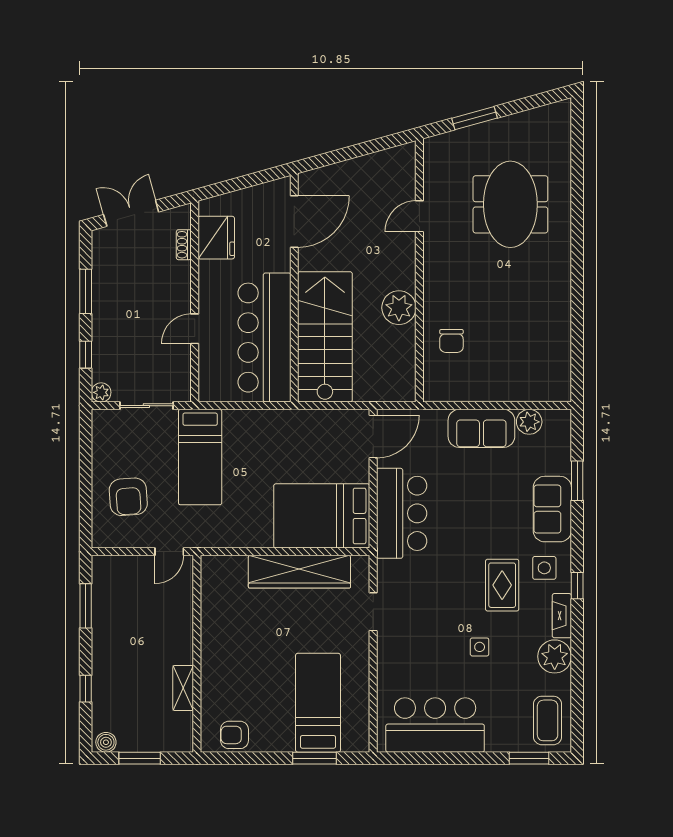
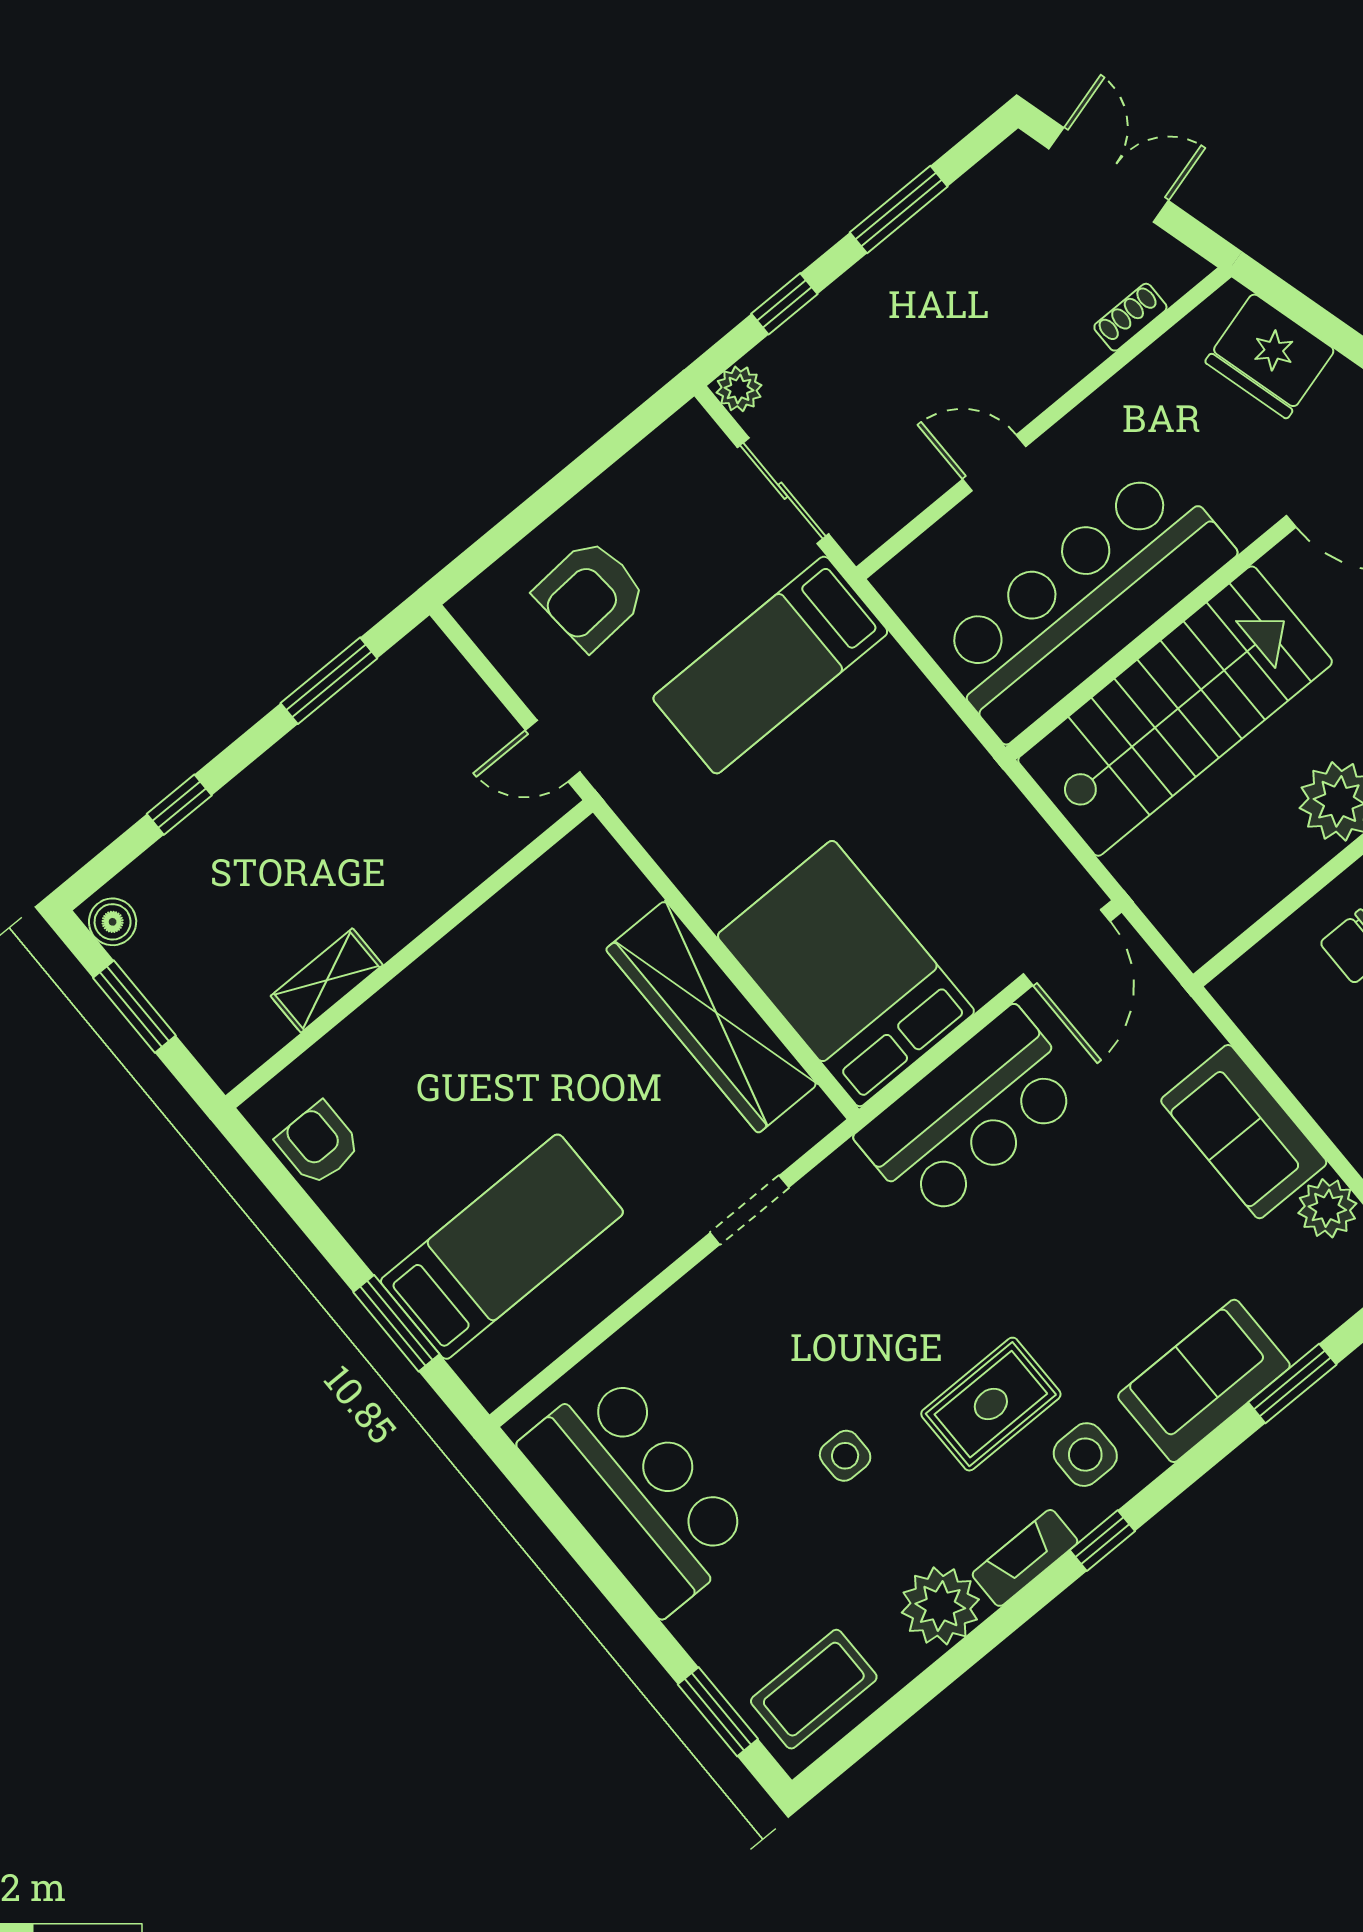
fridge: (216, 238) -> (1270, 356), moved, turned 75
door: (373, 437) -> (1067, 948), hinge flipped

